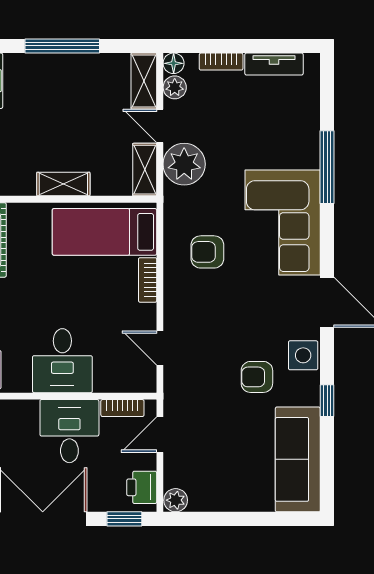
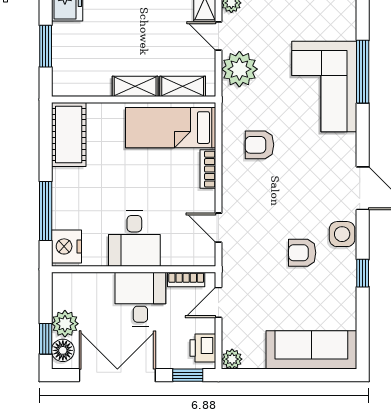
shelving: (145, 170) -> (183, 86), moved, turned 90
corner sofa: (283, 223) -> (324, 87), moved
sofa: (298, 459) -> (311, 350), moved, turned 90

